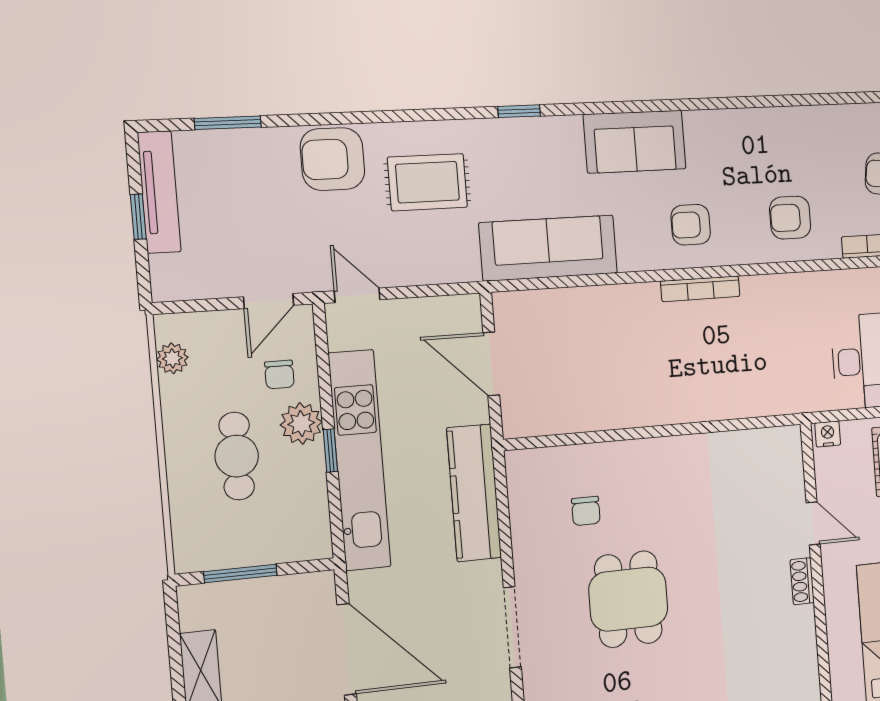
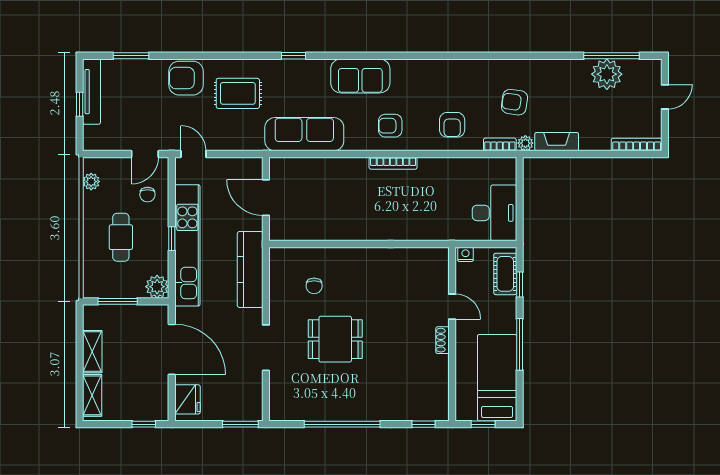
armchair: (790, 218) -> (452, 125), turned -90
plant: (301, 423) -> (157, 287), moved
dining table: (628, 599) -> (335, 339), turned 90

